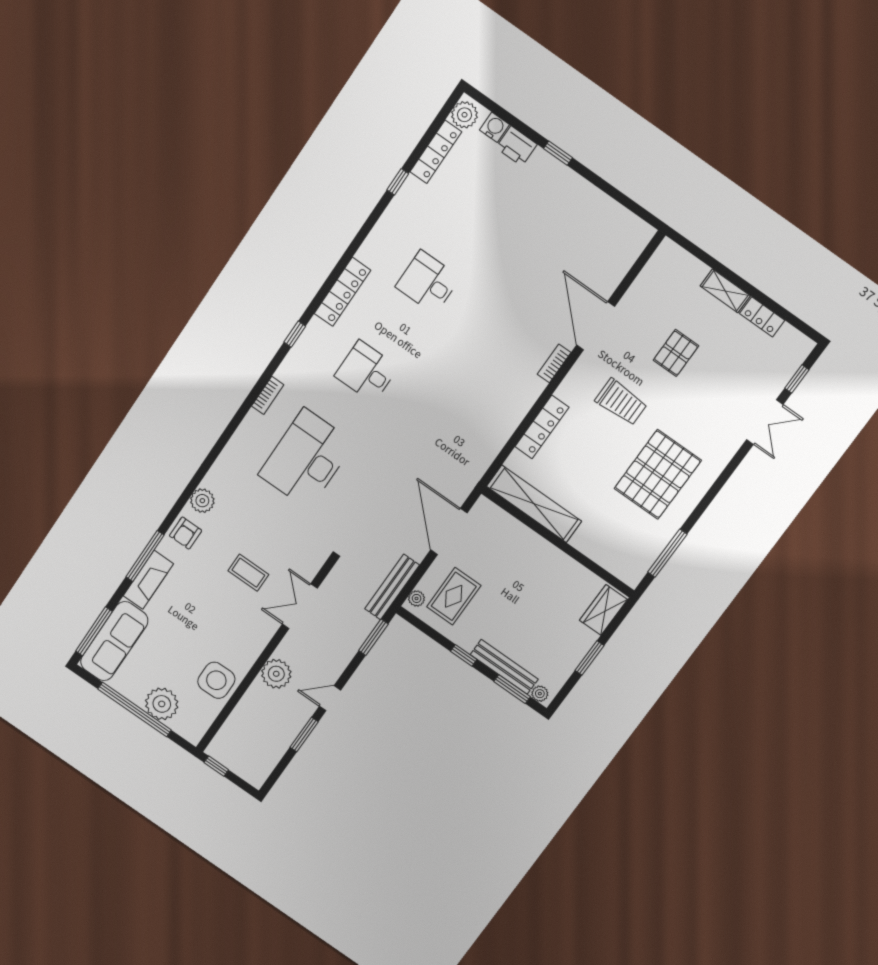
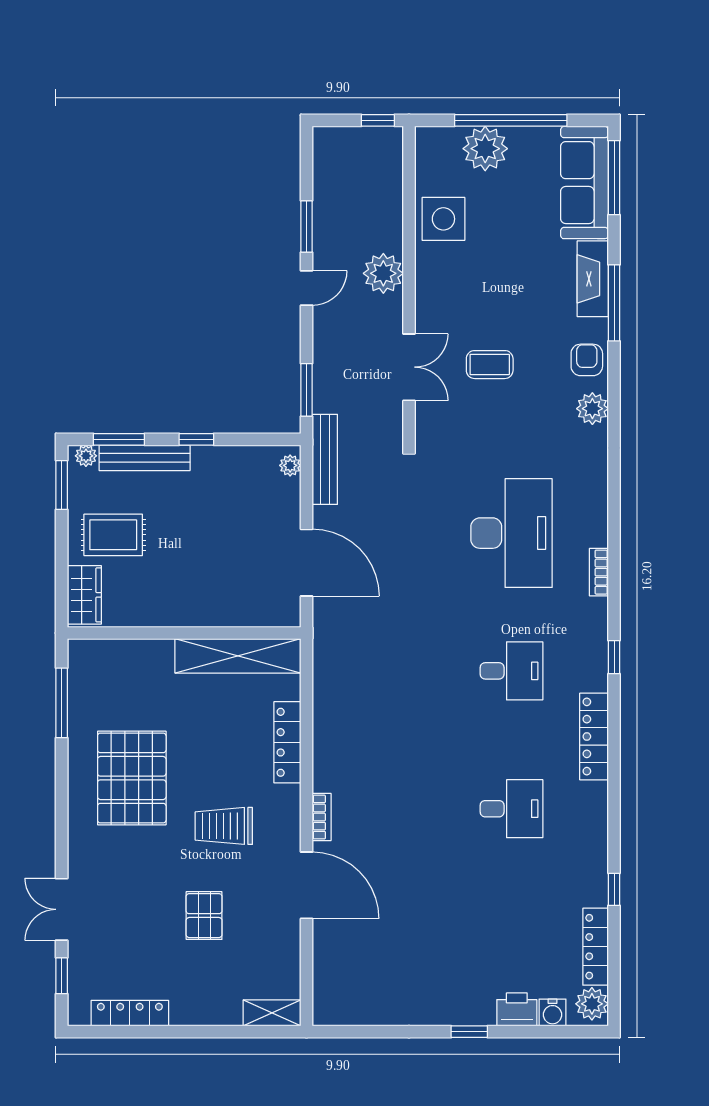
shelving: (725, 291) -> (272, 1013), moved
locker: (762, 317) -> (130, 1013), width x1.53
rug: (454, 596) -> (113, 535), moved, turned 90
window: (589, 658) -> (62, 485), moved

